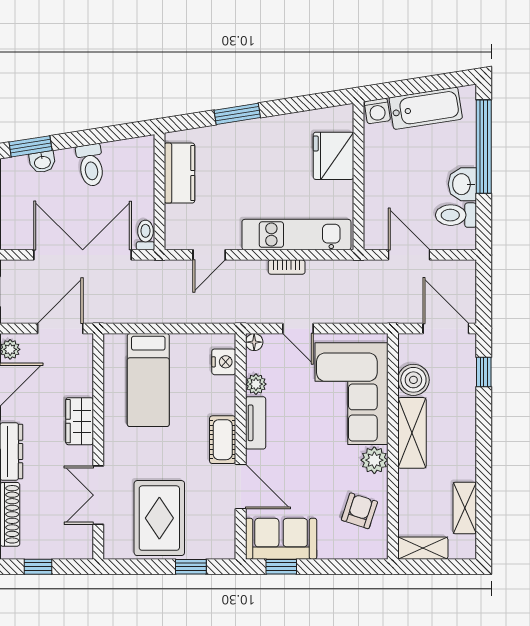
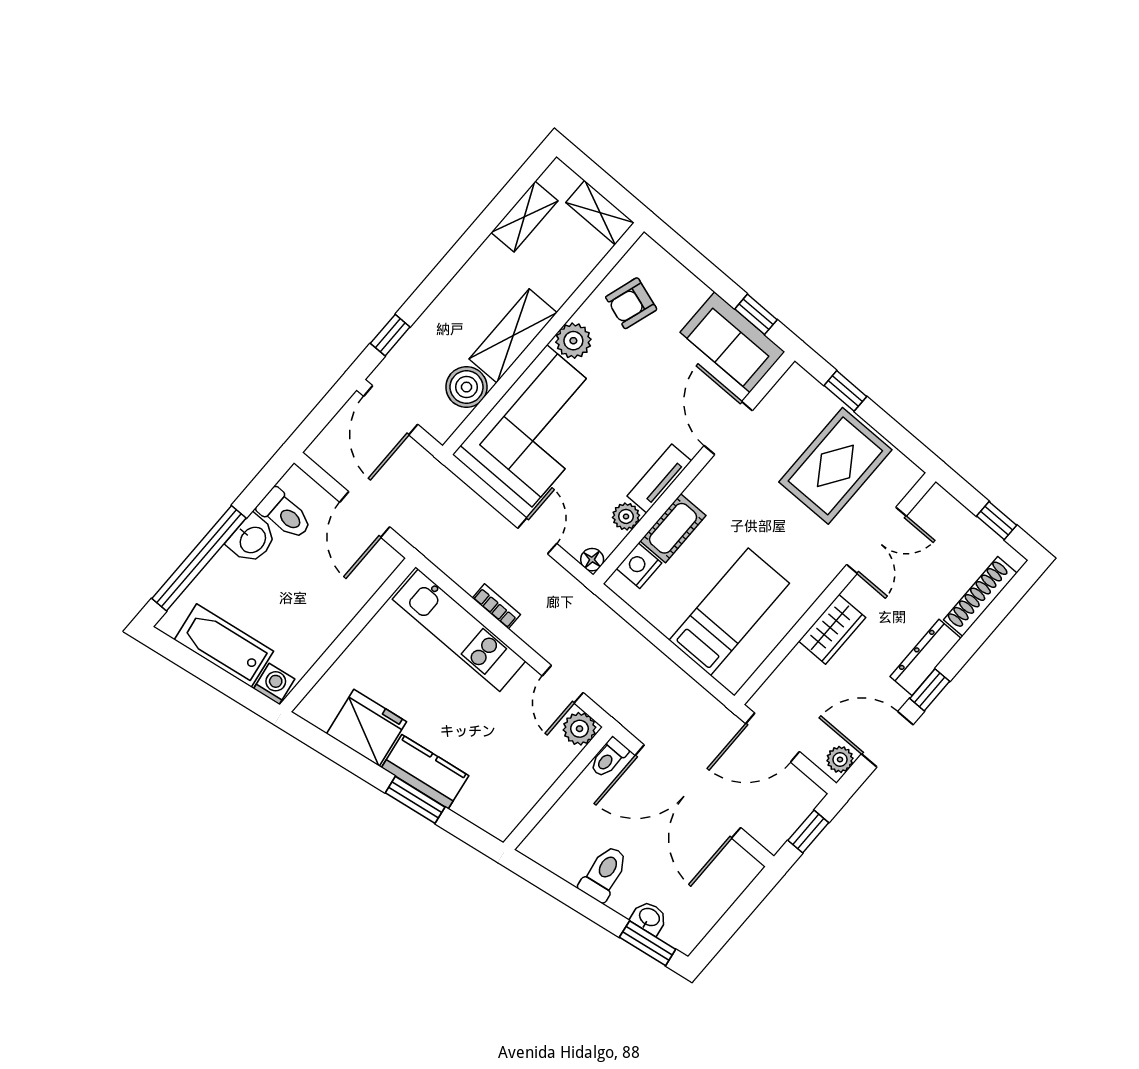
fridge: (333, 156) -> (367, 728), moved, turned -99
kitchen counter: (180, 173) -> (425, 772), moved, turned 81
plant: (177, 237) -> (580, 729), added
door: (209, 255) -> (563, 684), swing flipped
cot: (223, 440) -> (673, 528), moved

